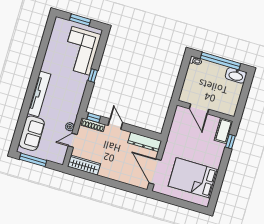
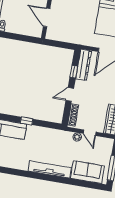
door: (199, 109) -> (47, 17), swing flipped
window: (94, 118) -> (74, 72), moved

